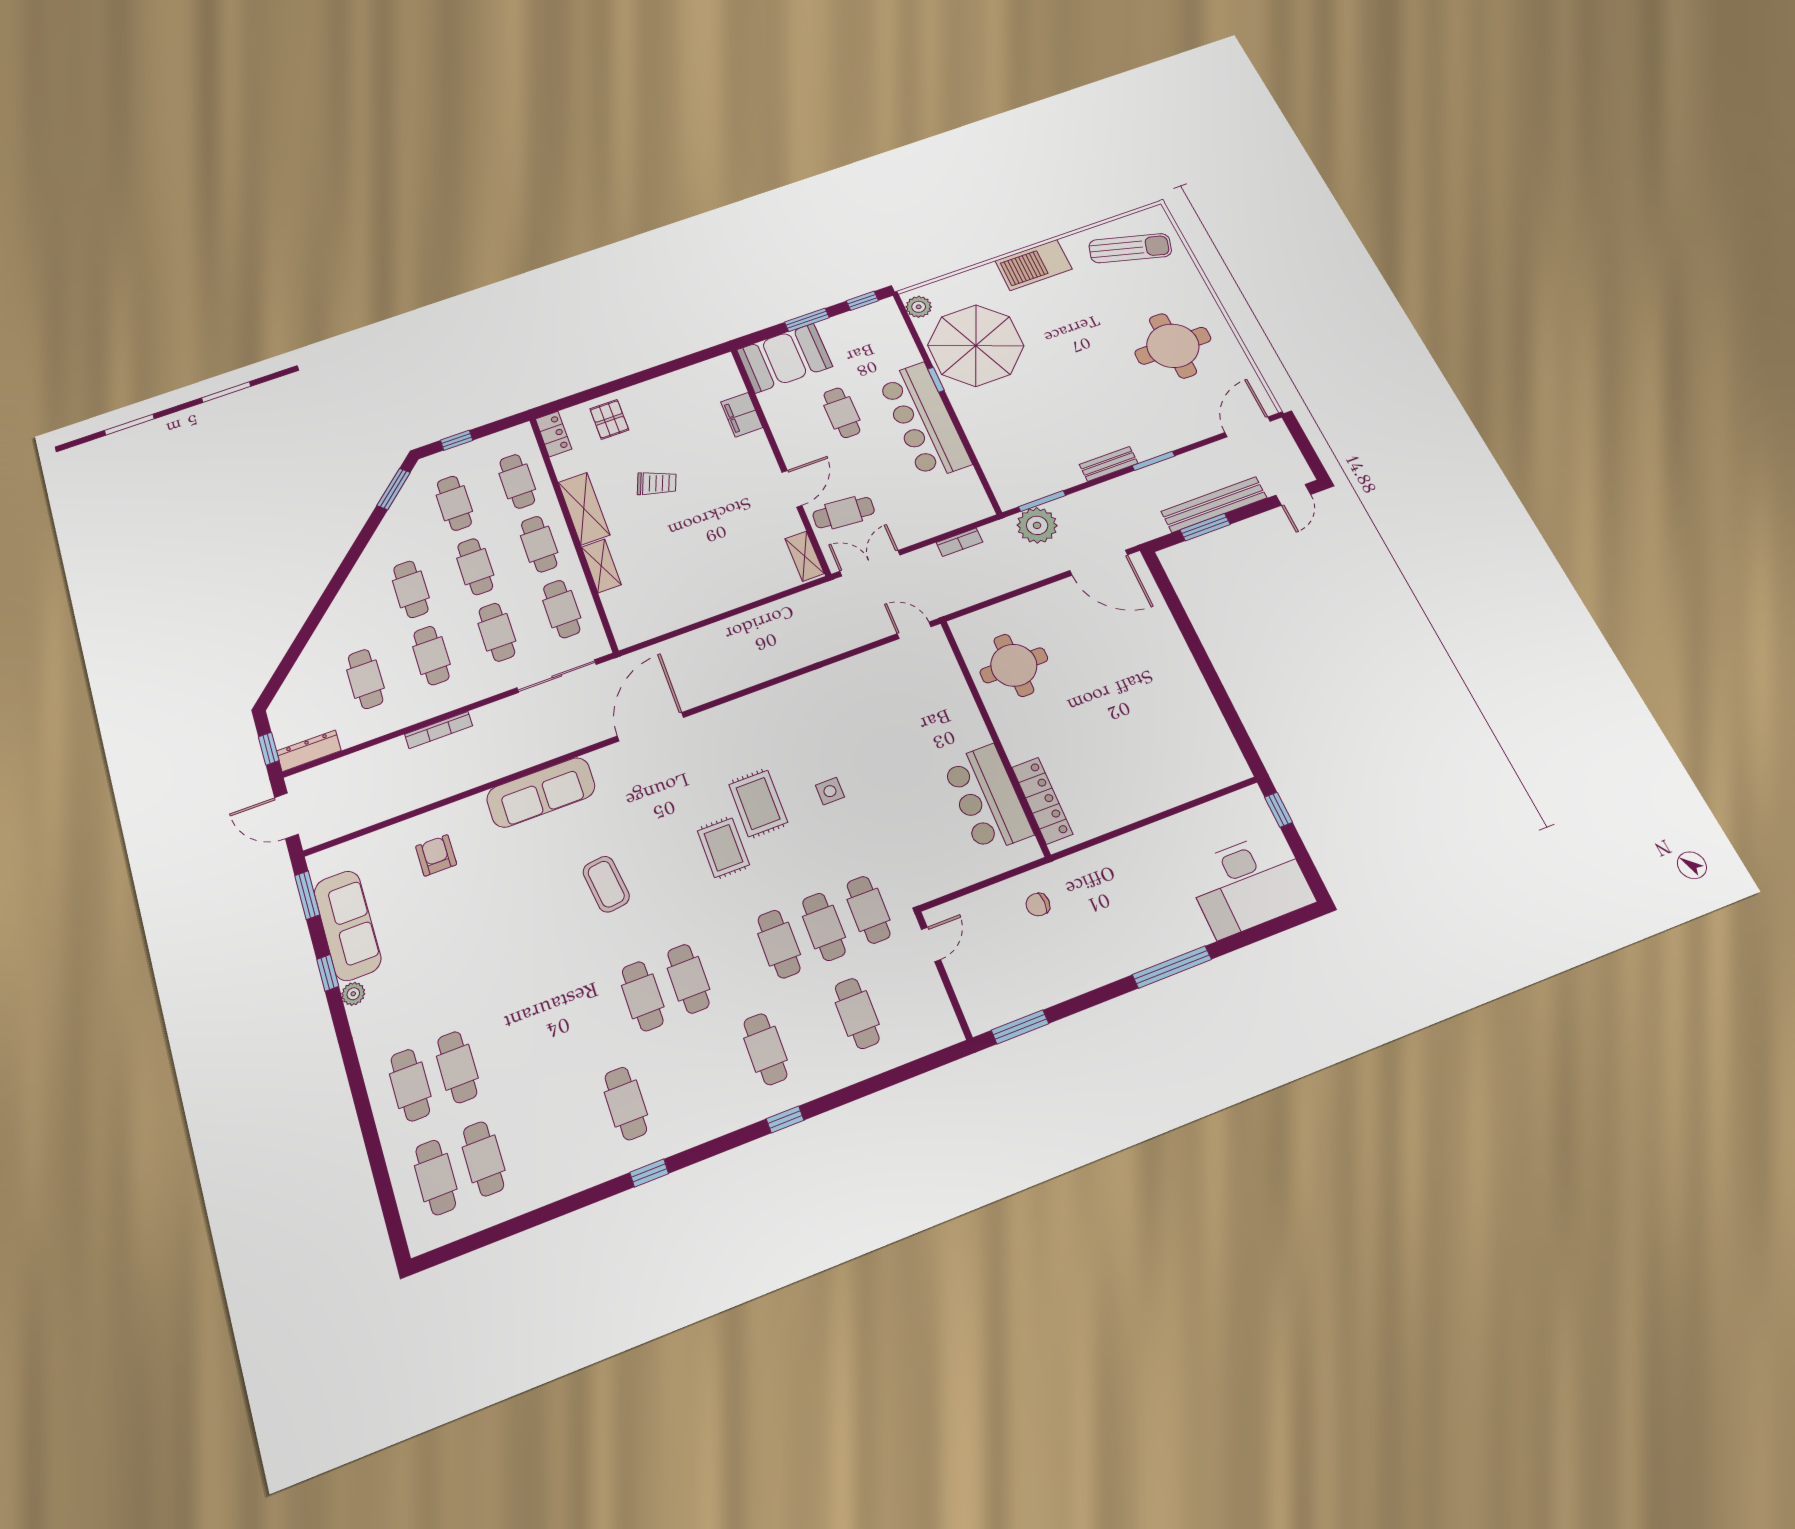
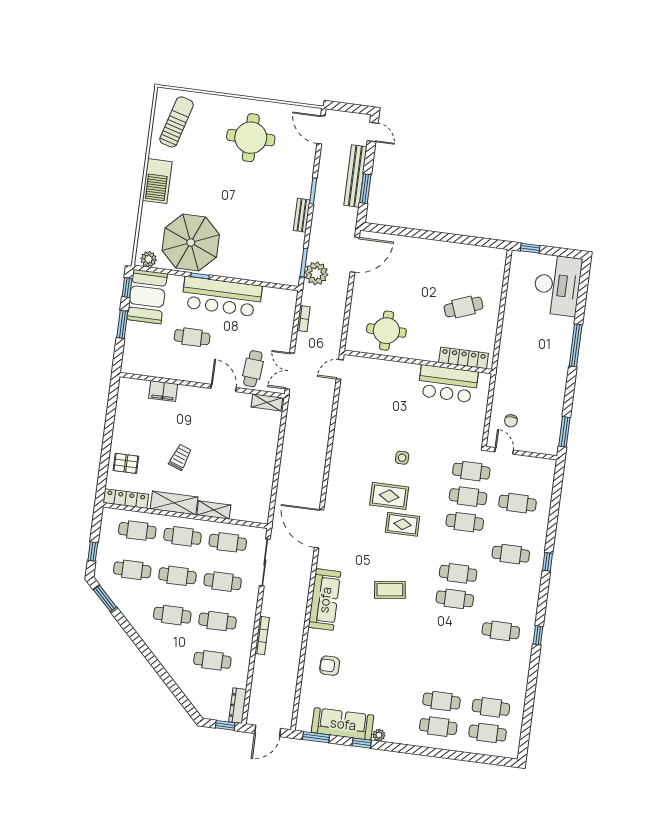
booth: (784, 358) -> (147, 297), moved
locker: (554, 434) -> (126, 499), width x1.53
cafe table: (1121, 758) -> (463, 307), added
chair: (1038, 905) -> (511, 421), moved

